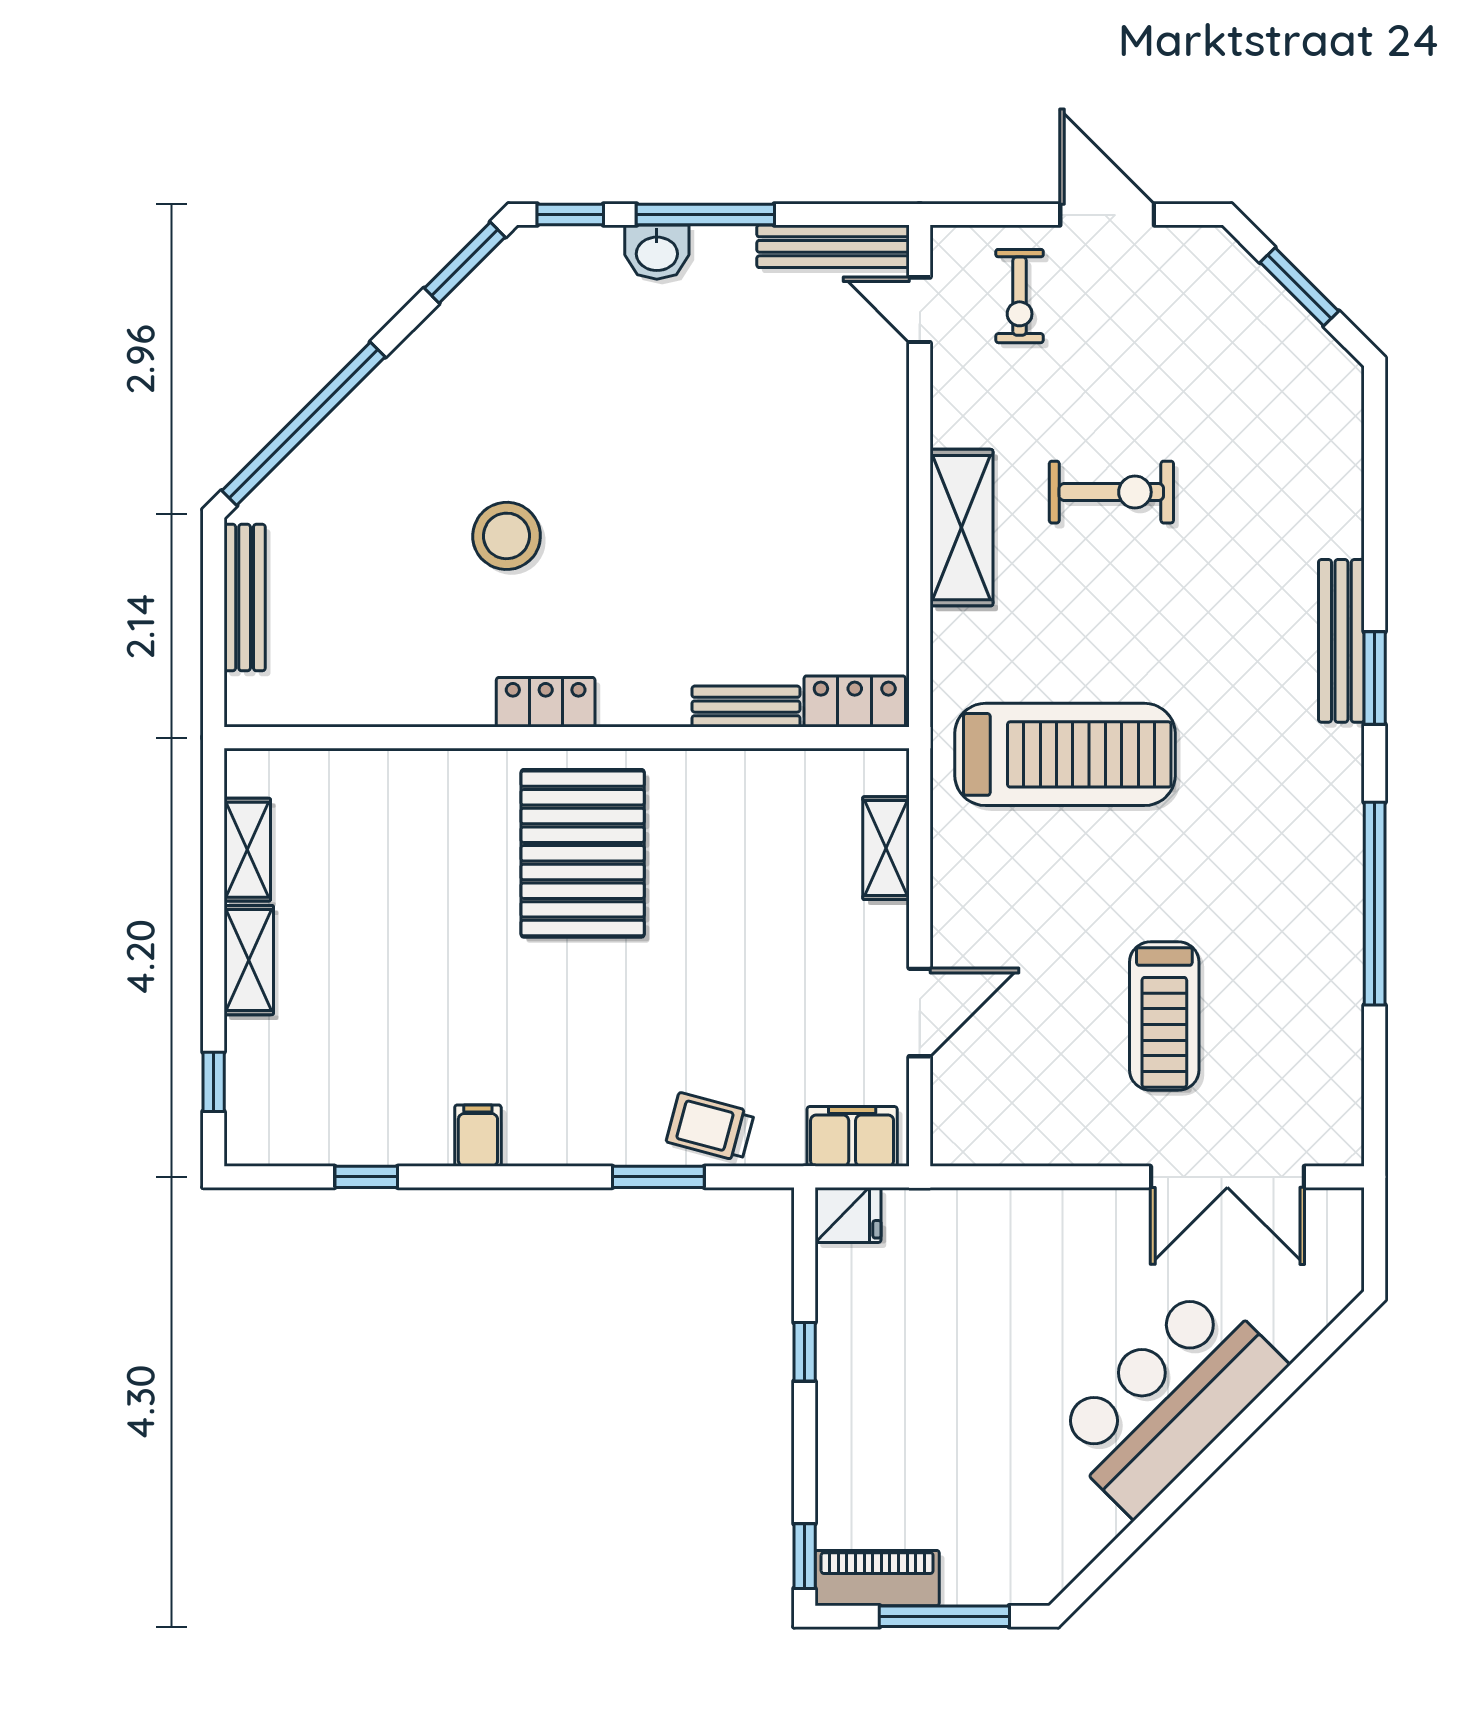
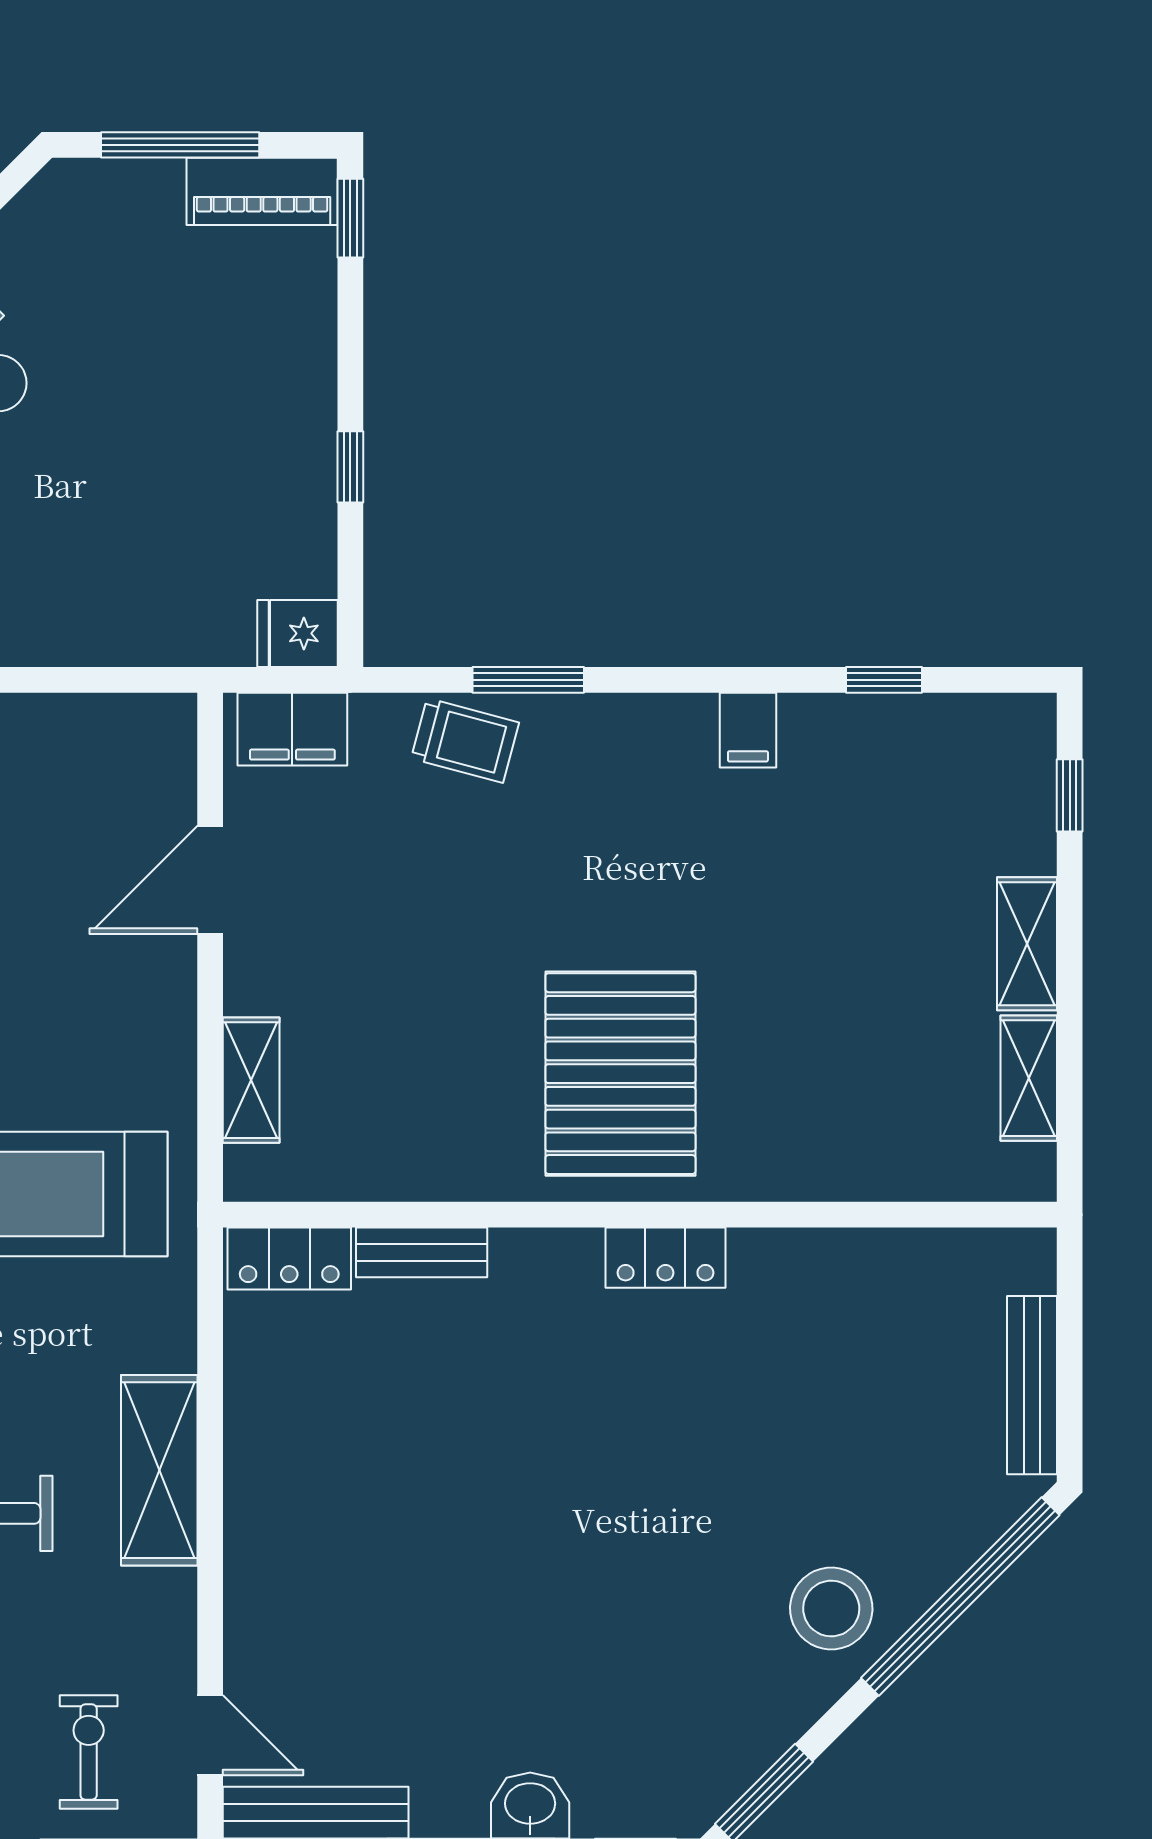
stool: (507, 536) -> (831, 1608), moved

